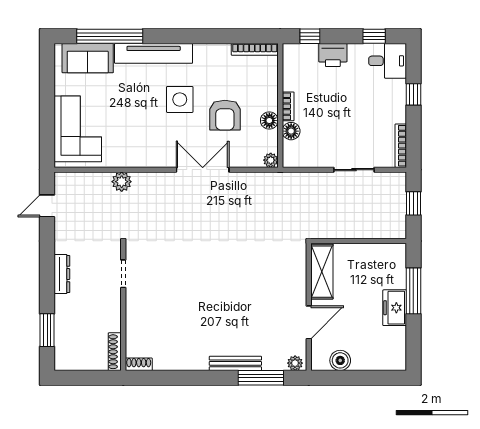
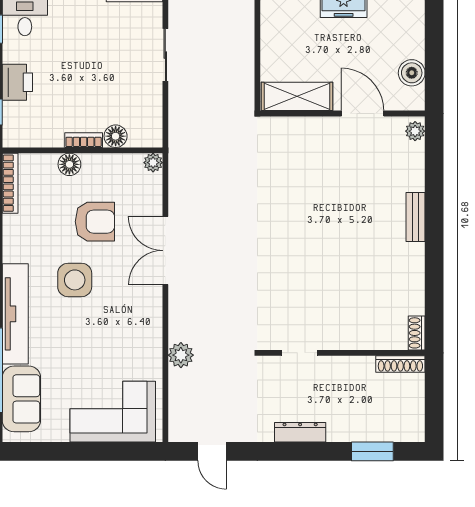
floor lamp: (269, 121) -> (69, 164), moved
bench: (235, 363) -> (416, 217), width x0.73
window: (261, 378) -> (434, 175), removed

